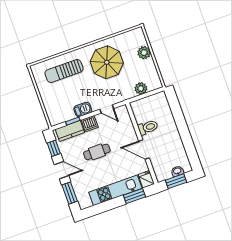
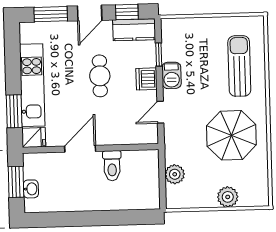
kitchen counter: (70, 131) -> (134, 30), moved, turned -90

